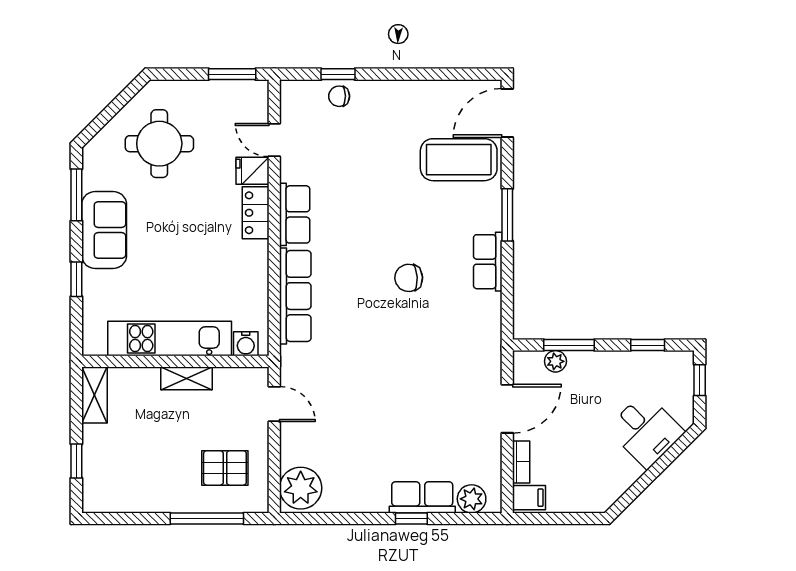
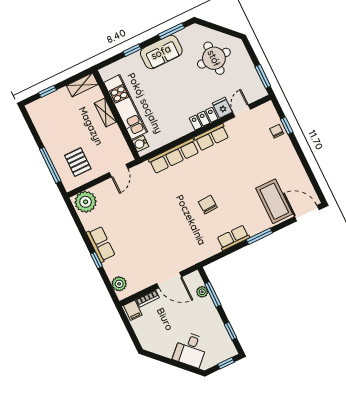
shelving: (186, 378) -> (105, 113), moved
row of seats: (422, 497) -> (101, 244), moved

